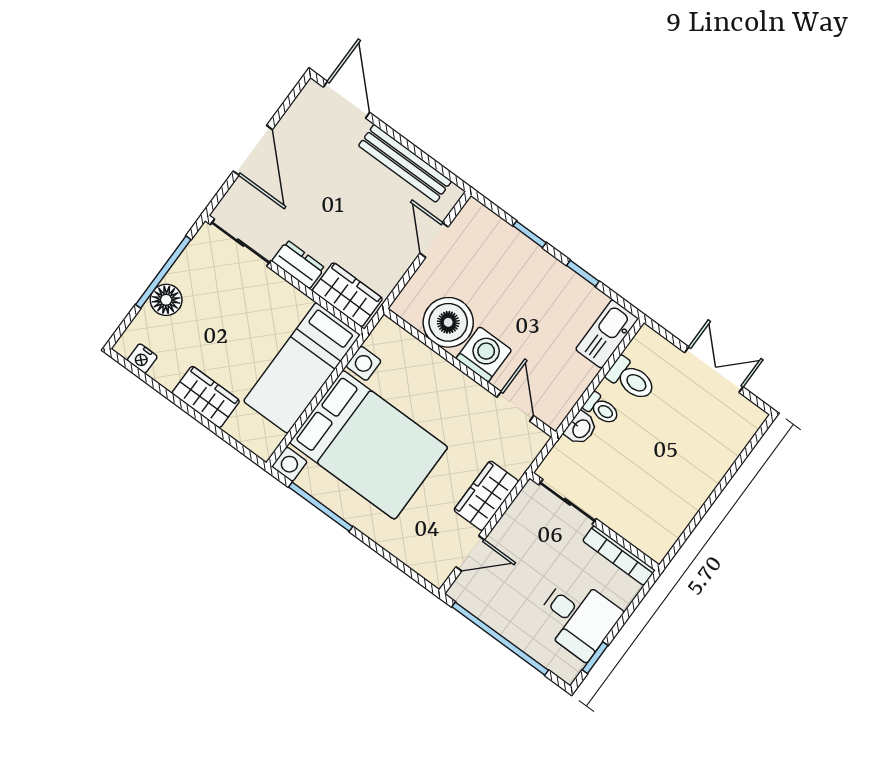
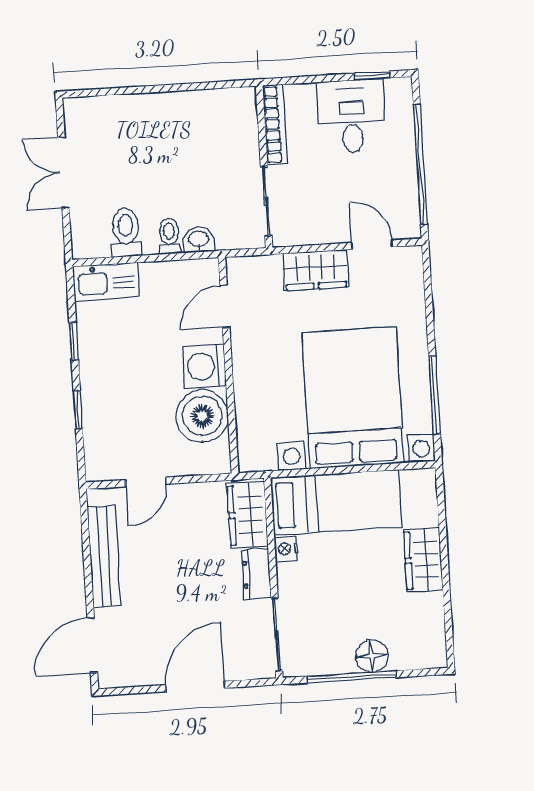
nightstand: (142, 358) -> (286, 549), moved, turned 180

